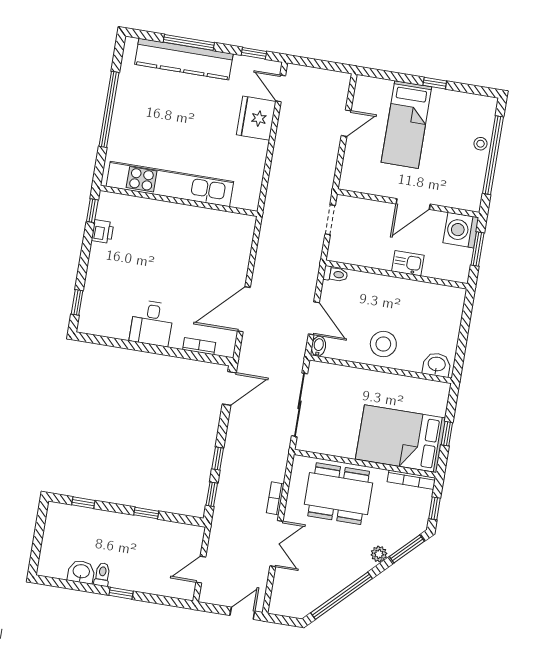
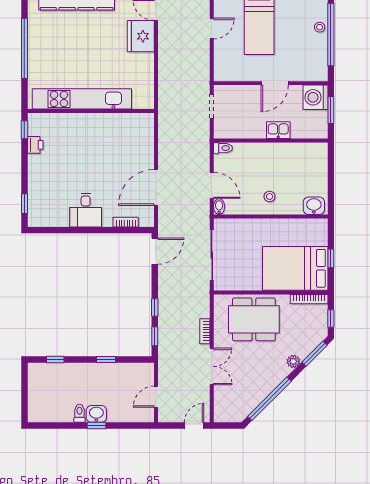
stool: (383, 344) -> (270, 196), width x0.53, depth x0.53
washbasin: (81, 572) -> (96, 414), moved

